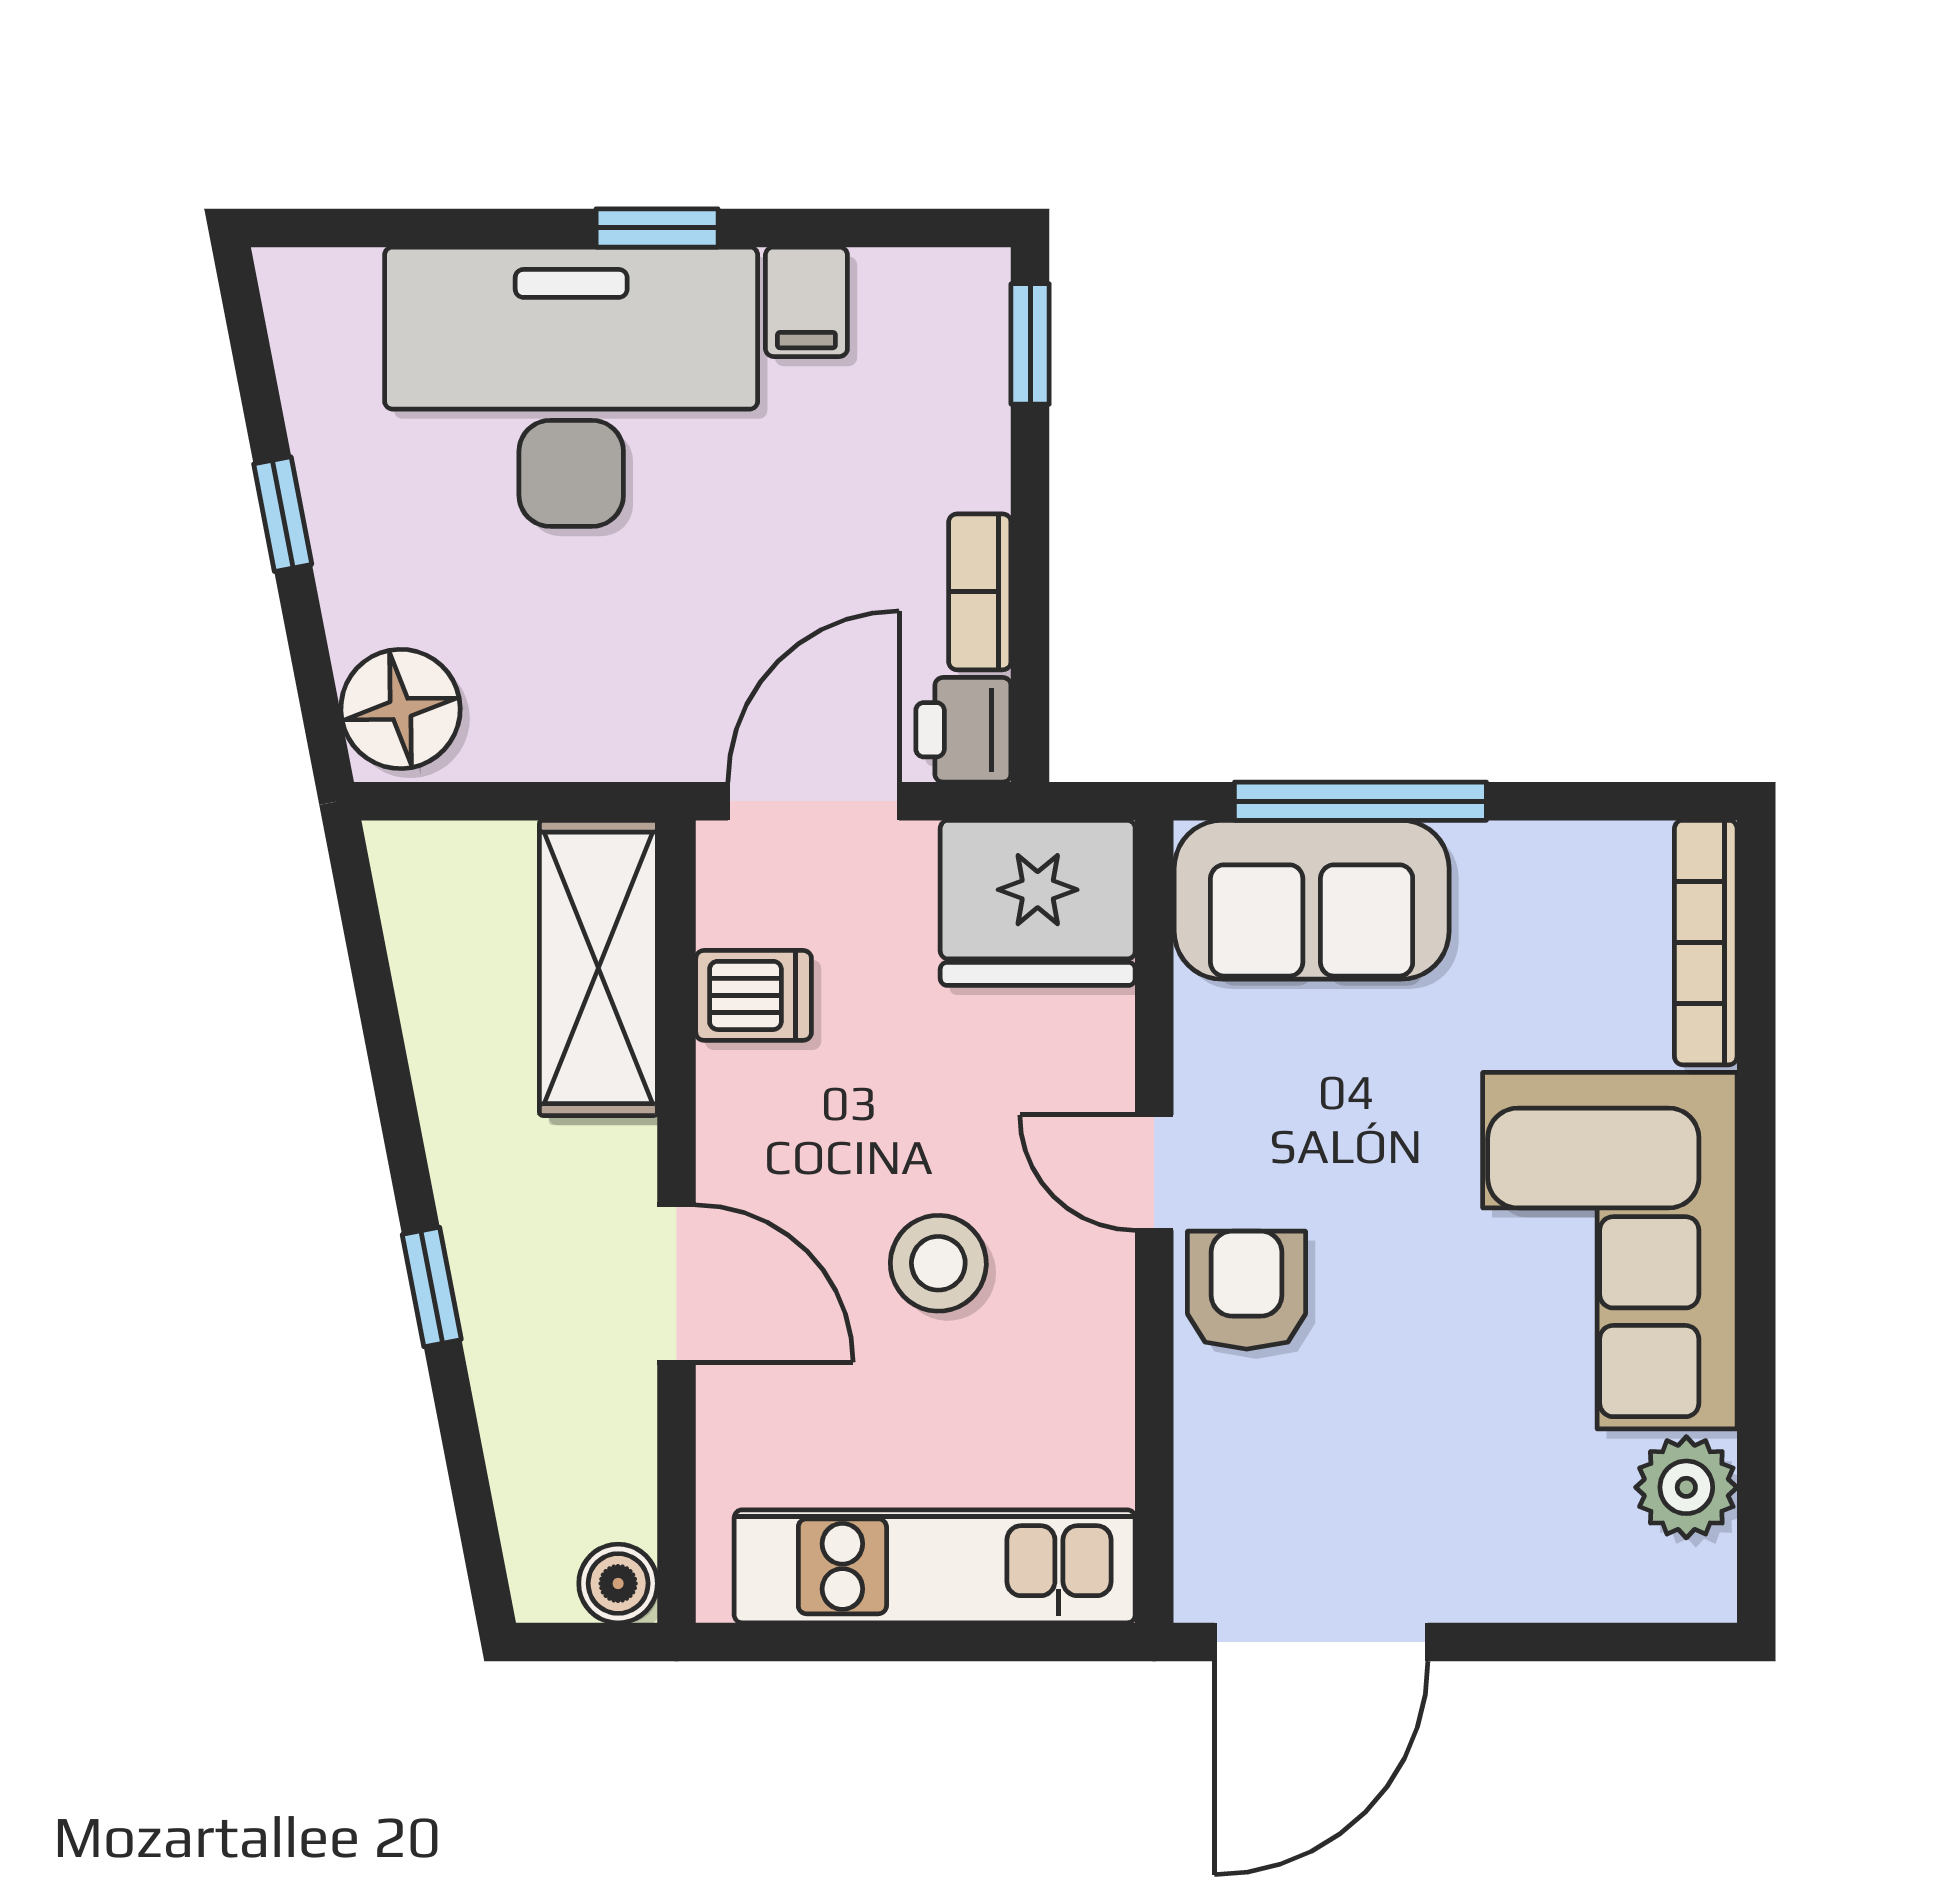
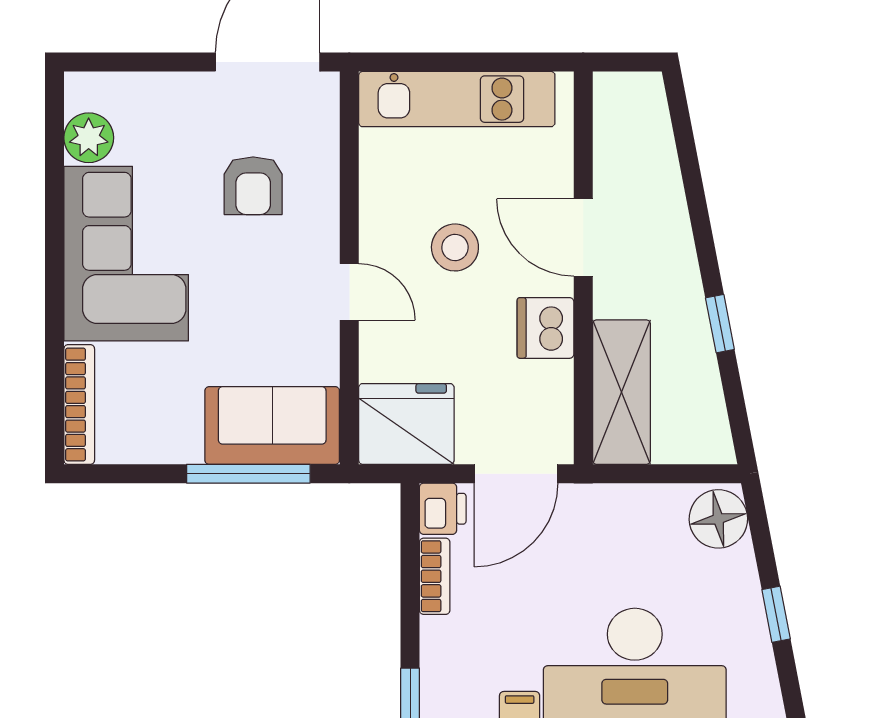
dishwasher: (754, 995) -> (545, 328), moved, width x1.38
window: (432, 1287) -> (720, 324), moved
armchair: (1247, 1290) -> (253, 186), moved
boiler: (618, 1583) -> (612, 91), removed

